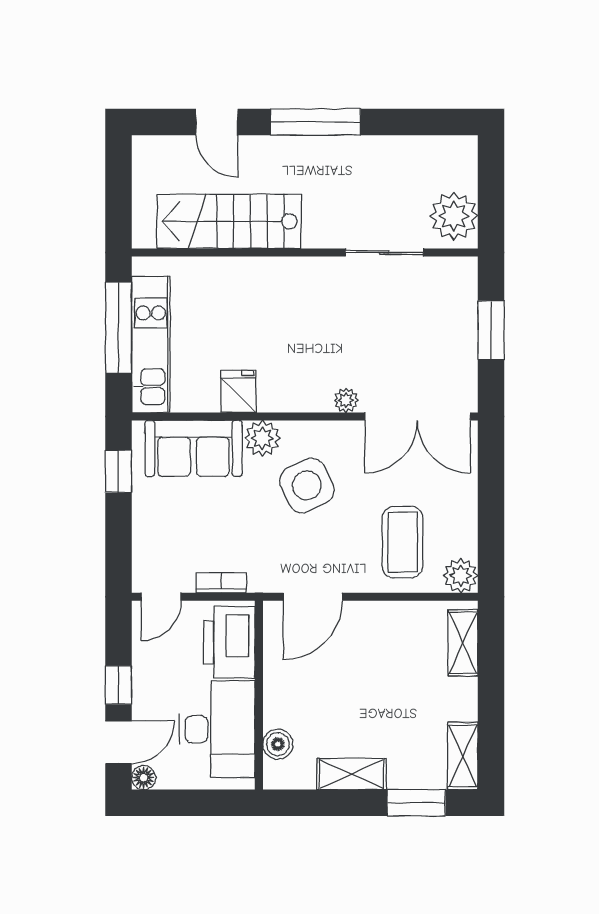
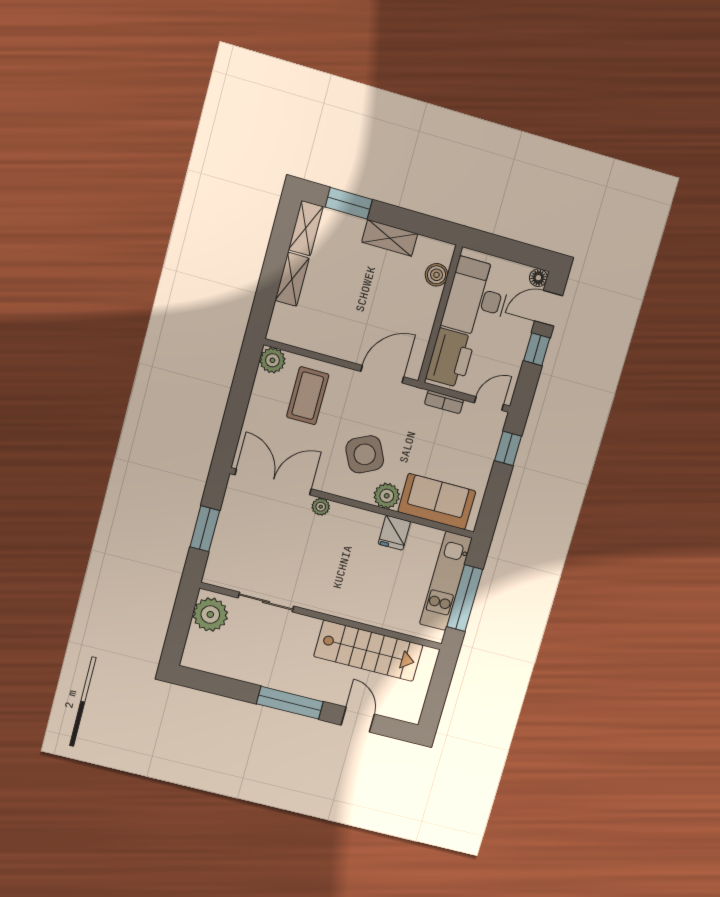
window: (118, 471) -> (508, 448), moved
shelving: (463, 643) -> (292, 279), moved

